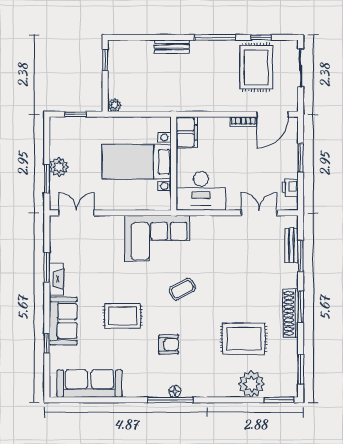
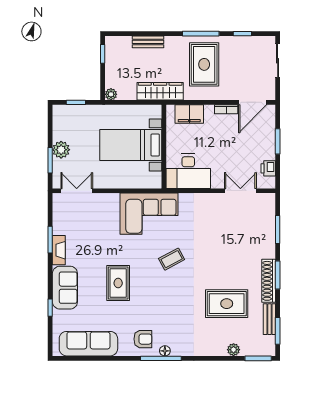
bench: (172, 47) -> (148, 42), moved
rug: (256, 67) -> (204, 64), moved
wardrobe: (169, 102) -> (160, 91), added
filing cabinet: (187, 132) -> (189, 114), moved, turned 90
bench: (291, 245) -> (269, 319), moved
rug: (123, 316) -> (118, 283), turned 90
armchair: (169, 344) -> (143, 339), moved
plant: (251, 384) -> (234, 350), width x0.53, depth x0.53

